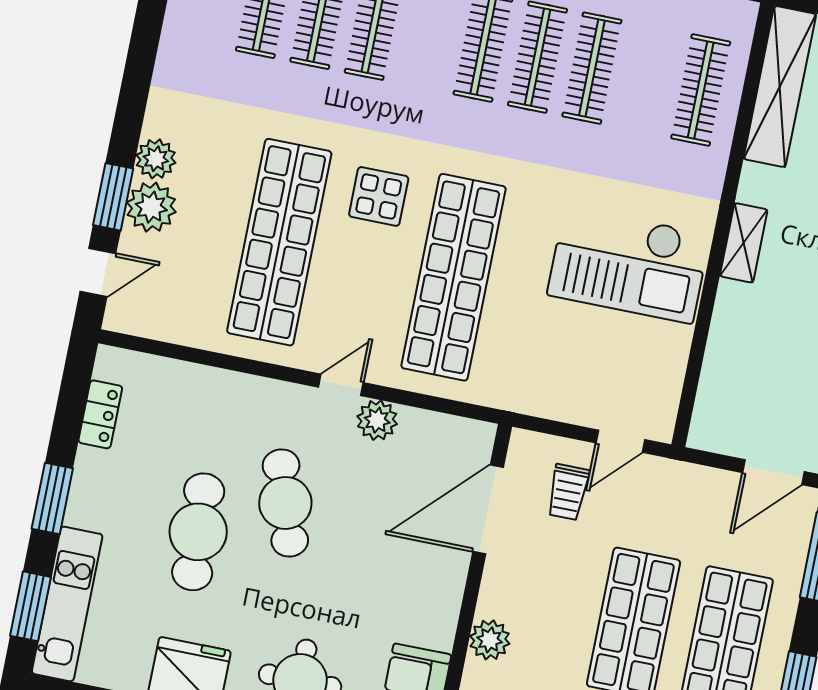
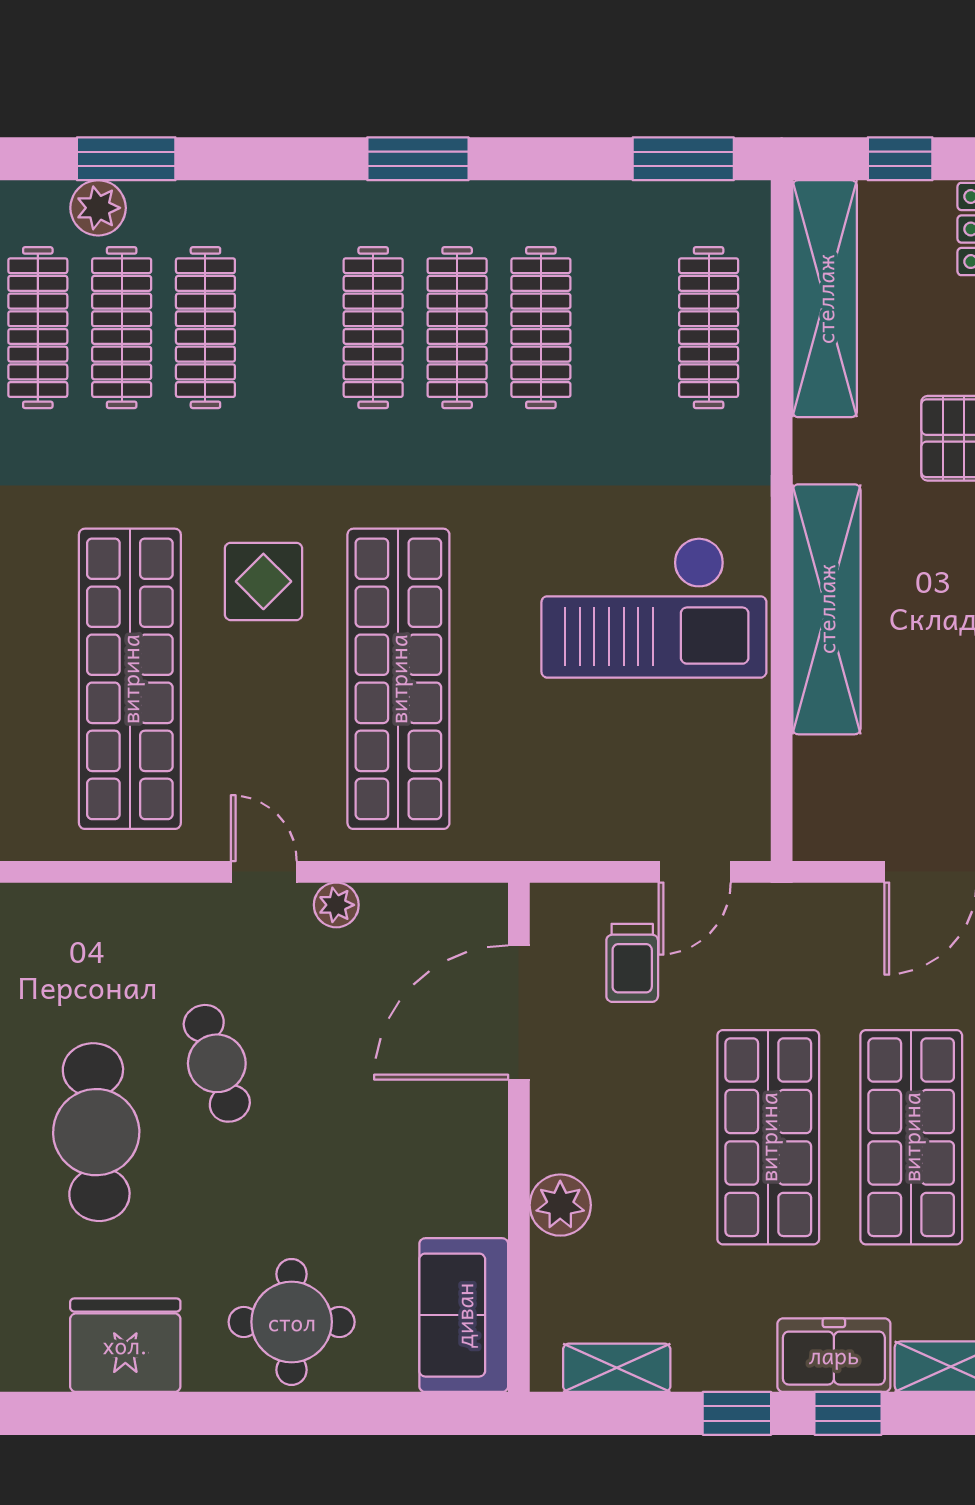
shelving: (744, 243) -> (826, 609), width x2.20, depth x1.33
door: (341, 385) -> (264, 872), hinge flipped
plant: (377, 420) -> (336, 905), width x0.73, depth x0.73
cafe table: (285, 503) -> (217, 1063), width x0.73, depth x0.74

